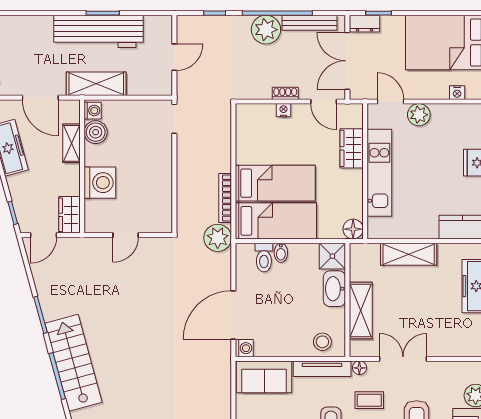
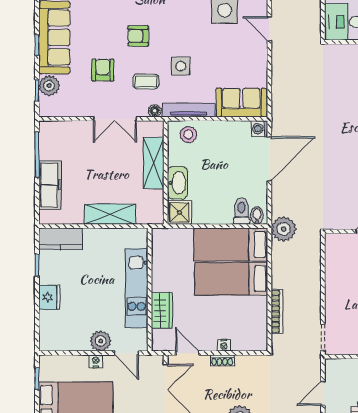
nightstand: (457, 93) -> (96, 361), moved
bookcase: (225, 198) -> (277, 311), moved
floor lamp: (353, 229) -> (160, 237), removed
bidet: (281, 253) -> (257, 216), moved

